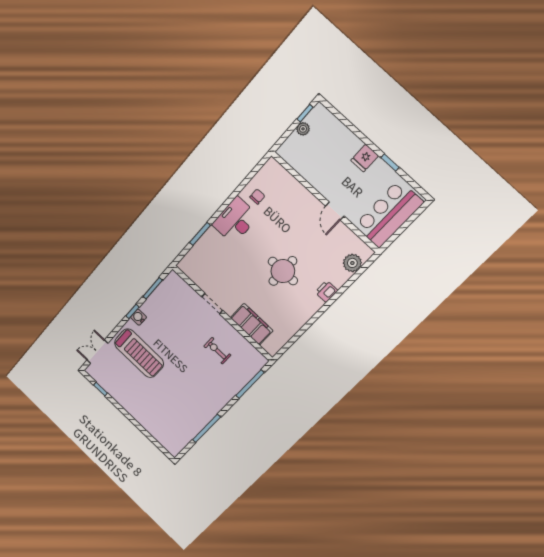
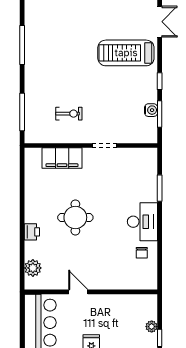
water cooler: (139, 317) -> (151, 110), moved

